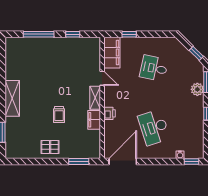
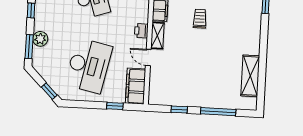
window: (196, 53) -> (49, 91), moved
desk: (154, 68) -> (89, 66), width x1.87, depth x1.30
shelving: (12, 98) -> (250, 76), moved
printer: (110, 113) -> (141, 31), moved

